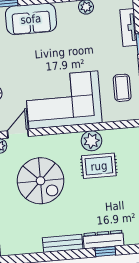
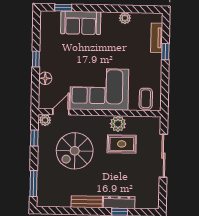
coffee table: (122, 88) -> (146, 99), moved
spiral stairs: (41, 181) -> (75, 151), turned 90

